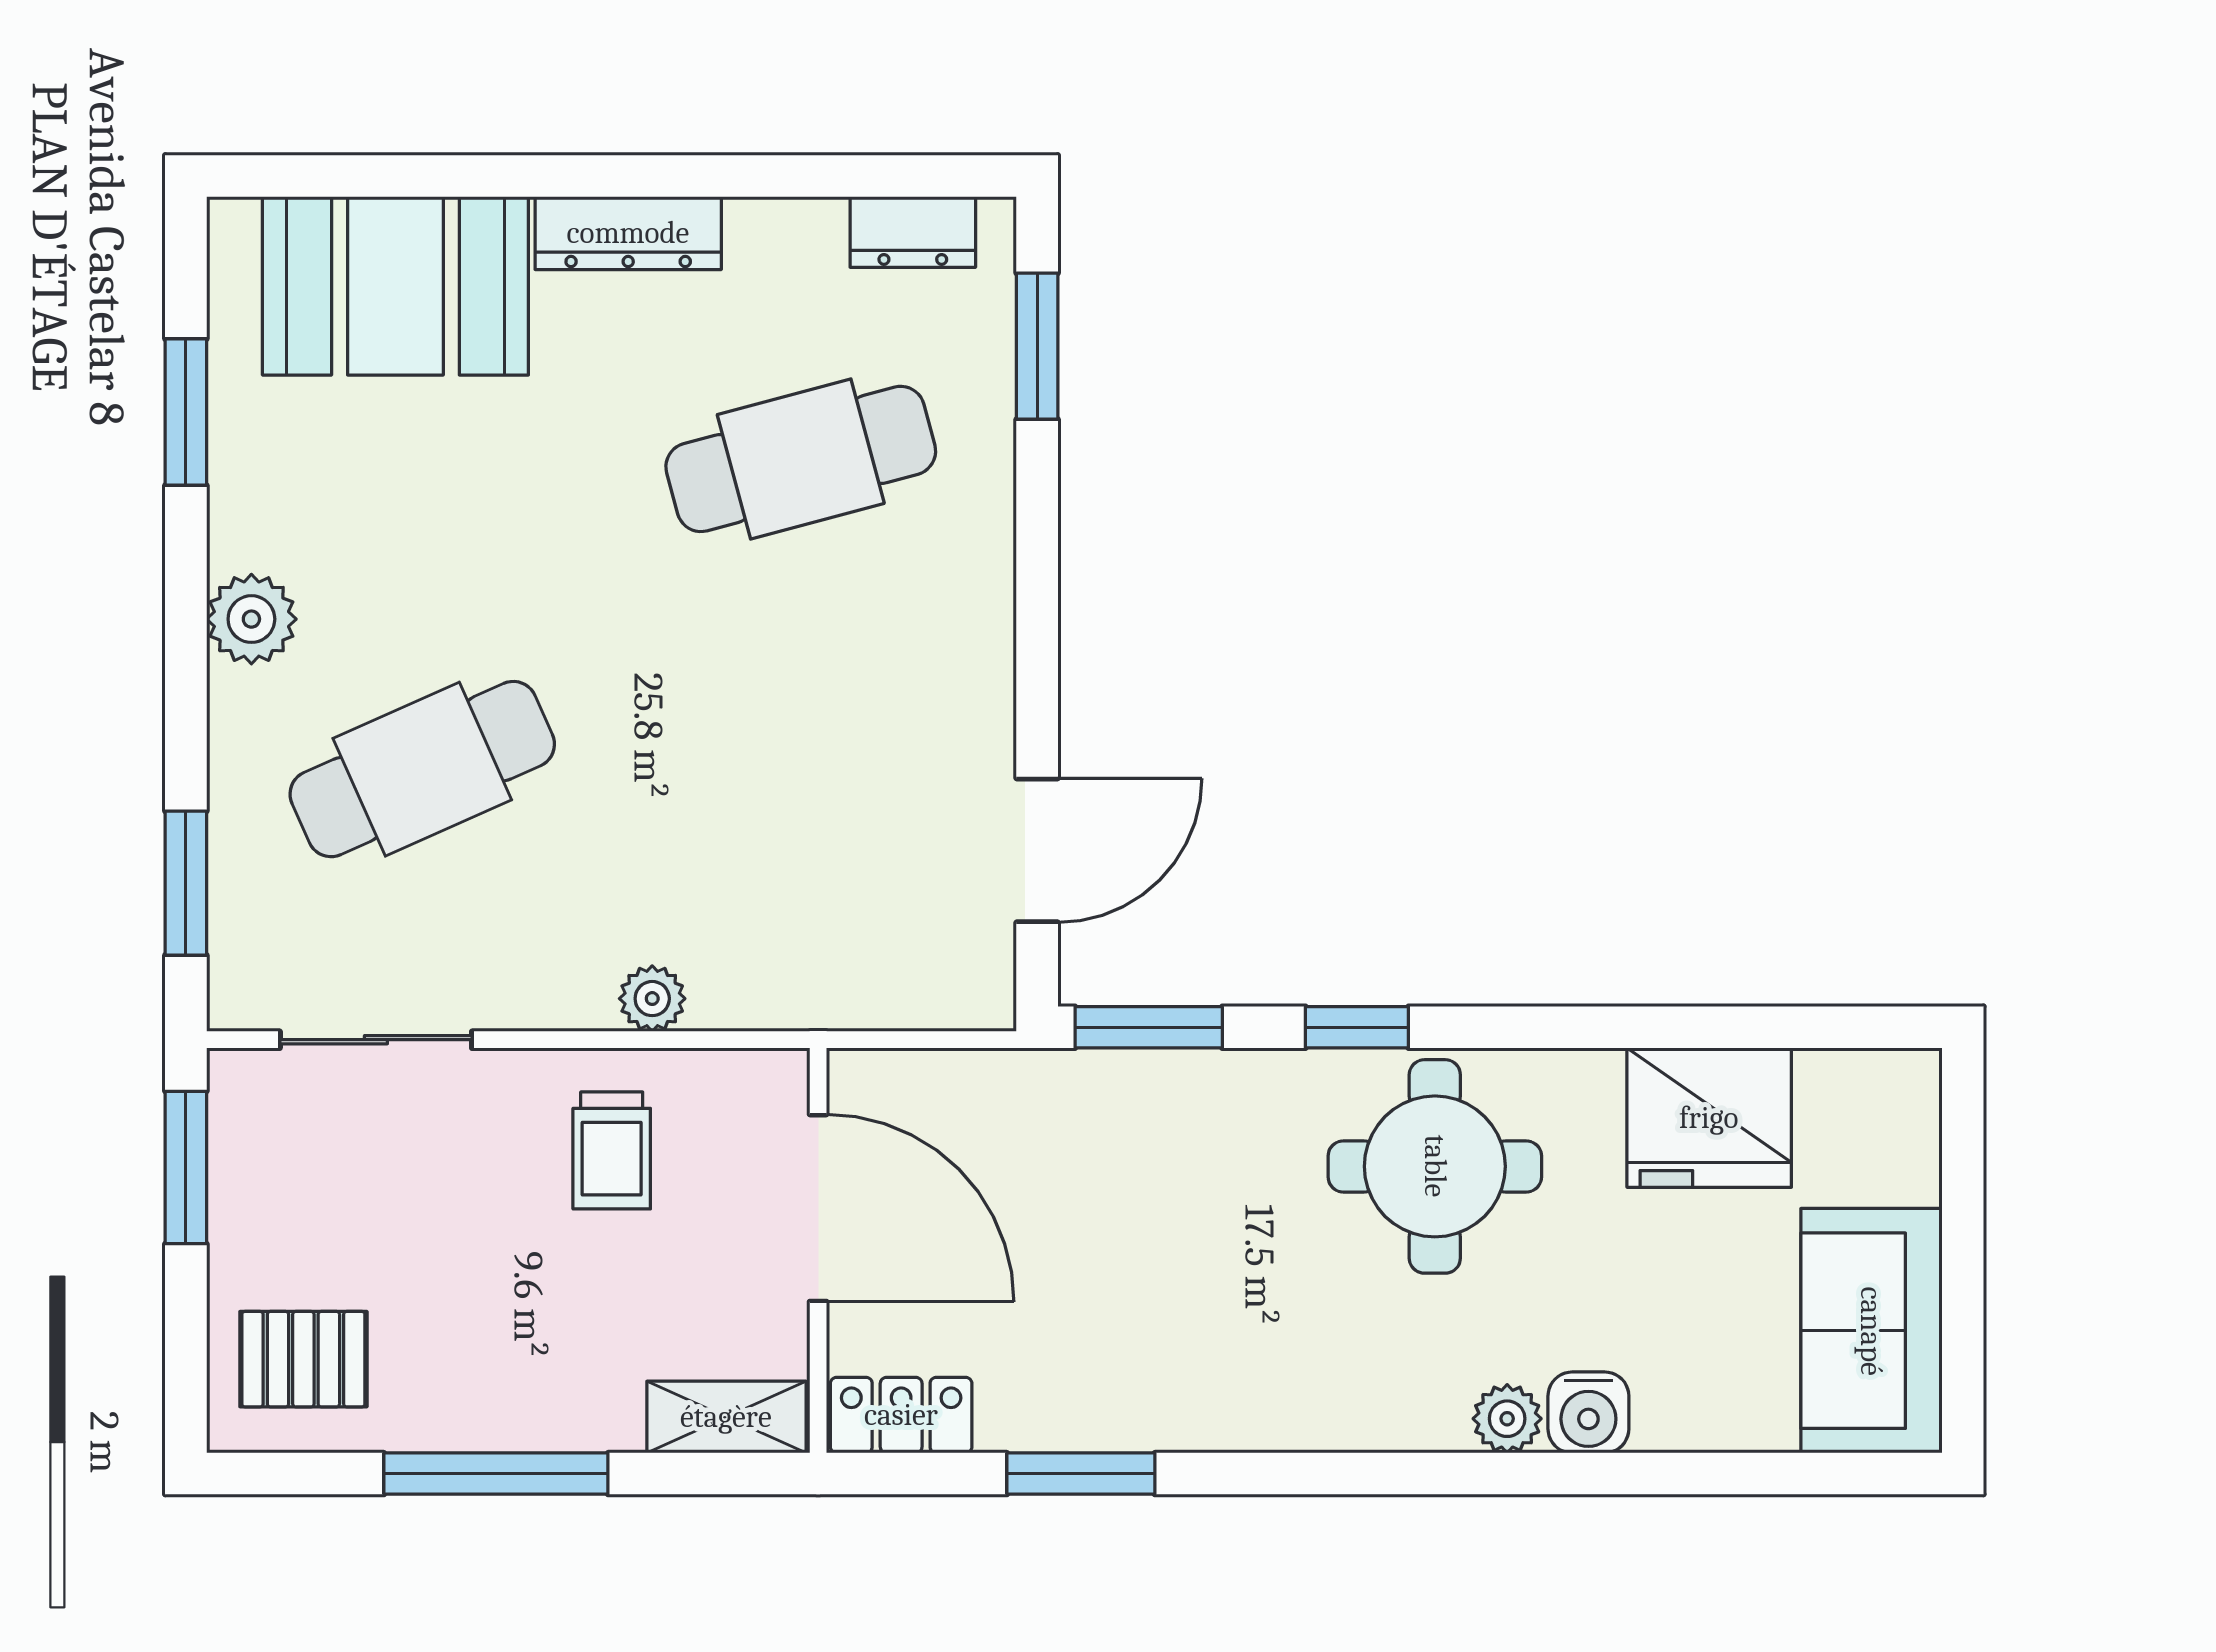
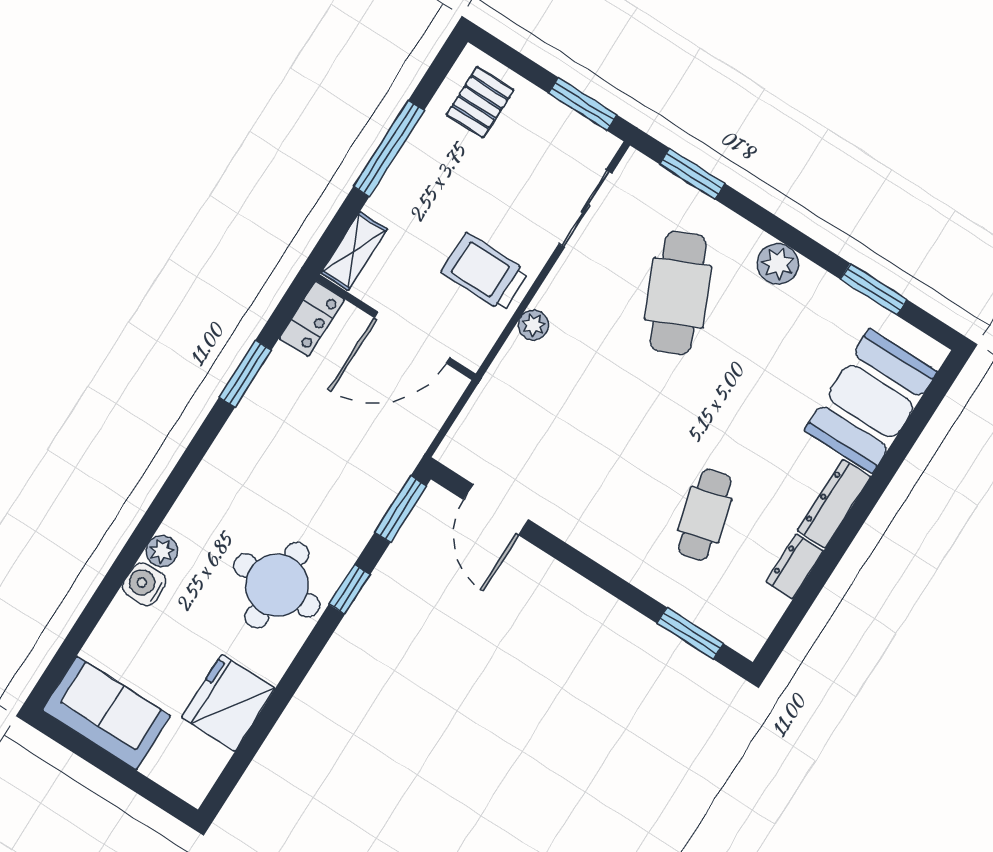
dresser: (913, 232) -> (795, 566), moved
cafe table: (801, 459) -> (705, 515), width x0.73, depth x0.74
trolley: (612, 1150) -> (485, 272), width x1.36, depth x1.39

